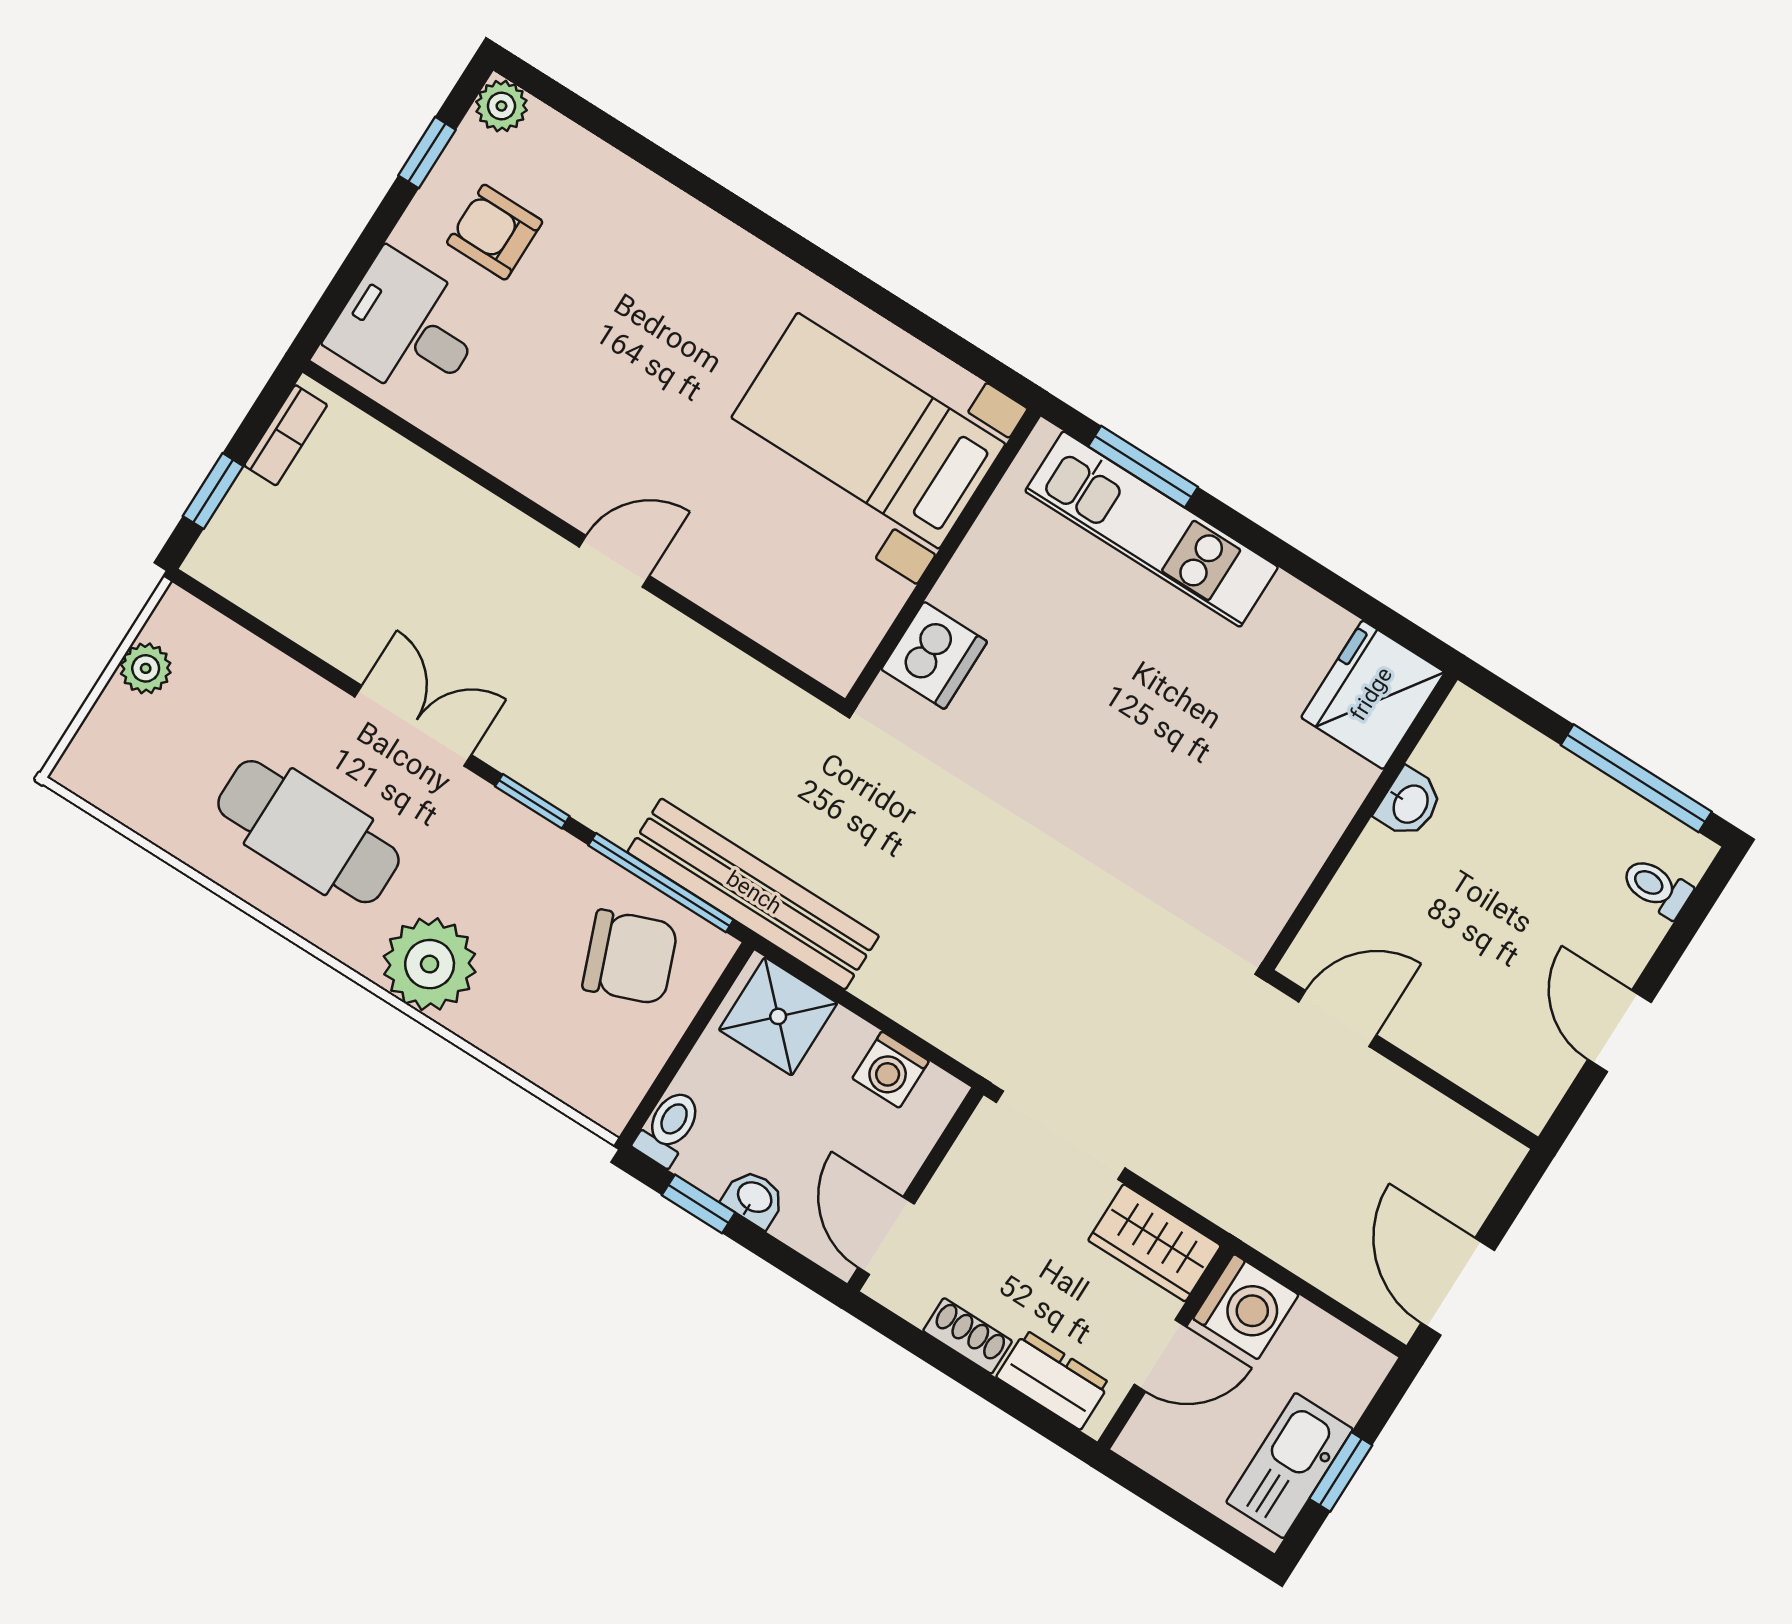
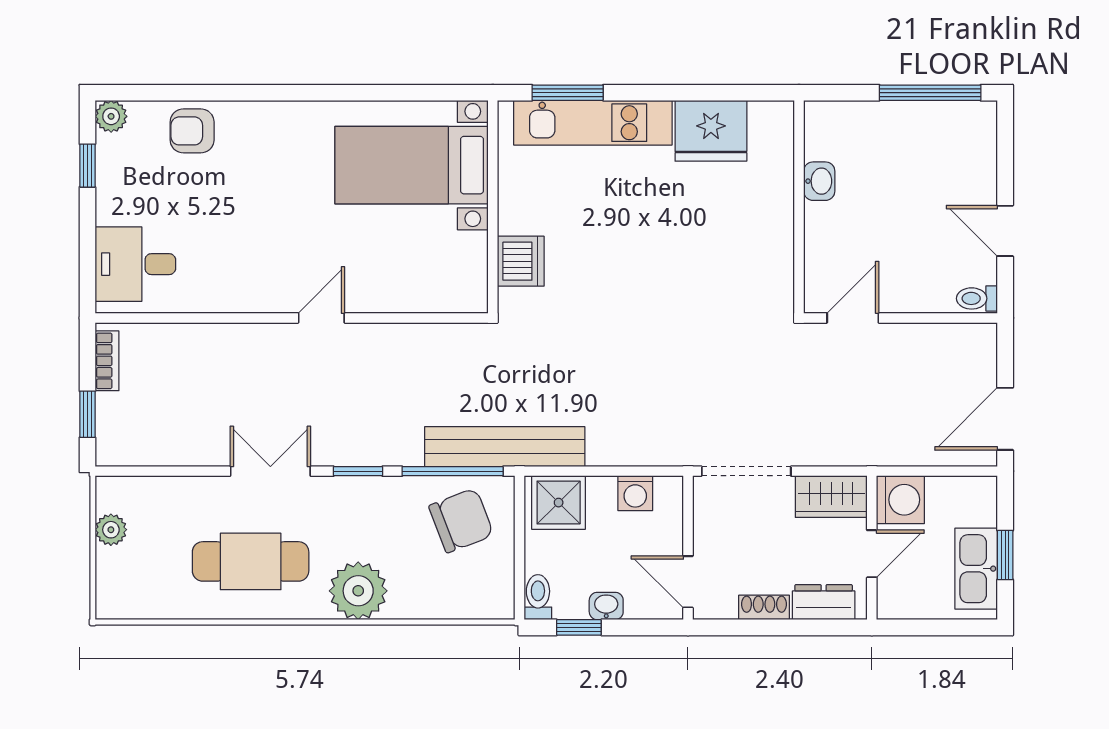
armchair: (495, 232) -> (192, 131), moved
fridge: (1373, 695) -> (711, 131), moved, turned -90
toilet: (1657, 887) -> (977, 298), moved
door: (1458, 1287) -> (1005, 419), hinge flipped

